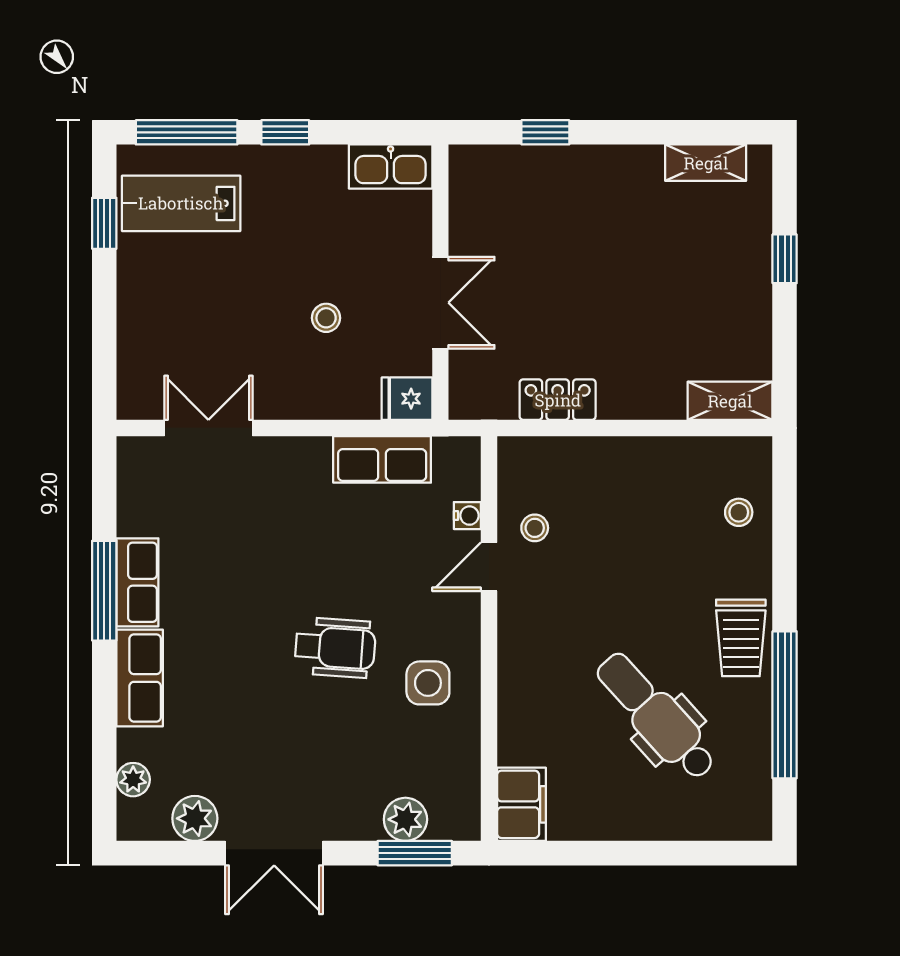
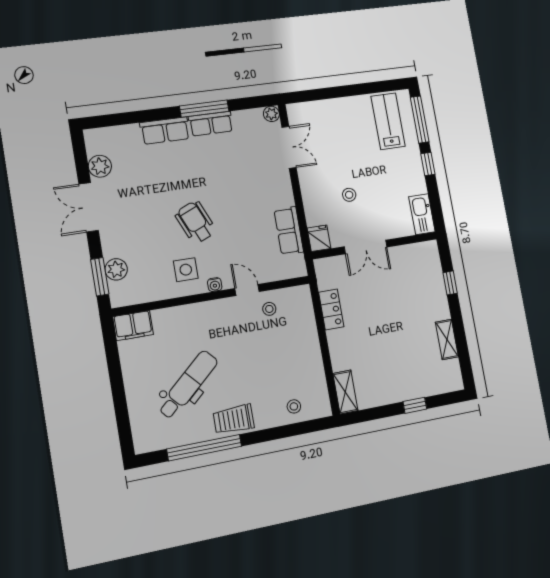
shelving: (706, 163) -> (447, 339), moved
window: (104, 223) -> (373, 88), removed
water cooler: (467, 516) -> (215, 285), moved
wheelchair: (335, 648) -> (195, 222), turned 153
plant: (133, 780) -> (271, 114), moved

